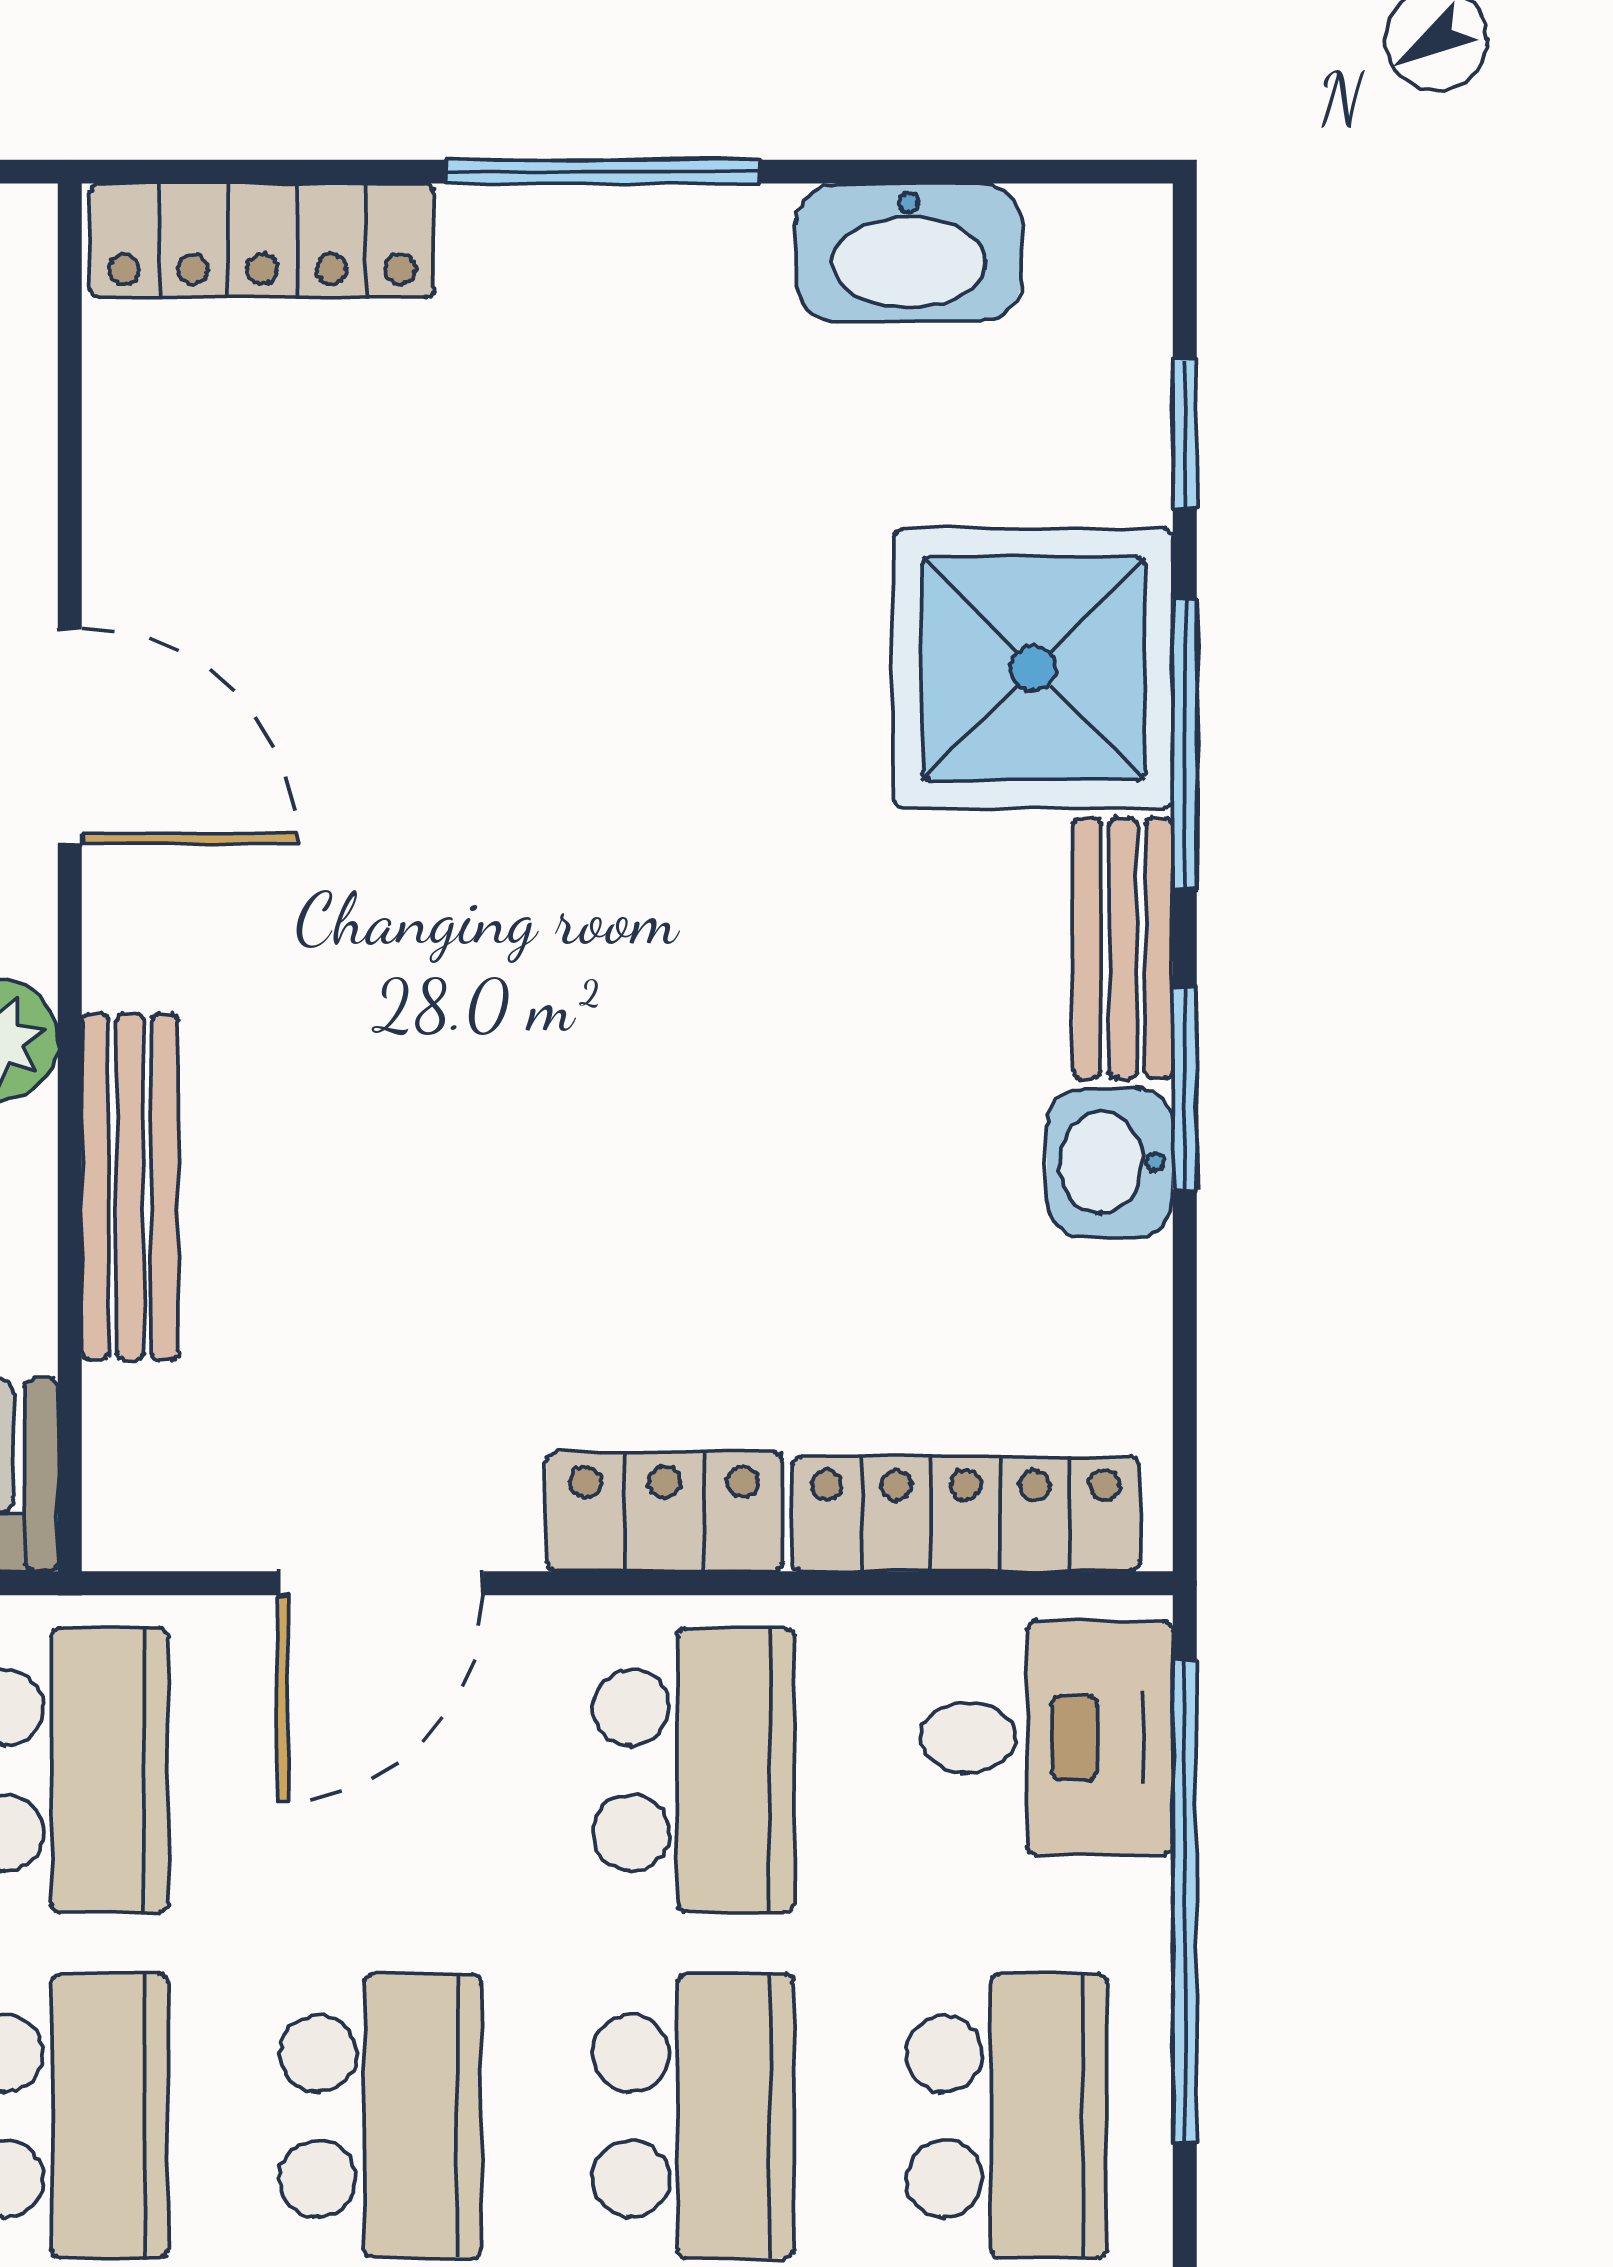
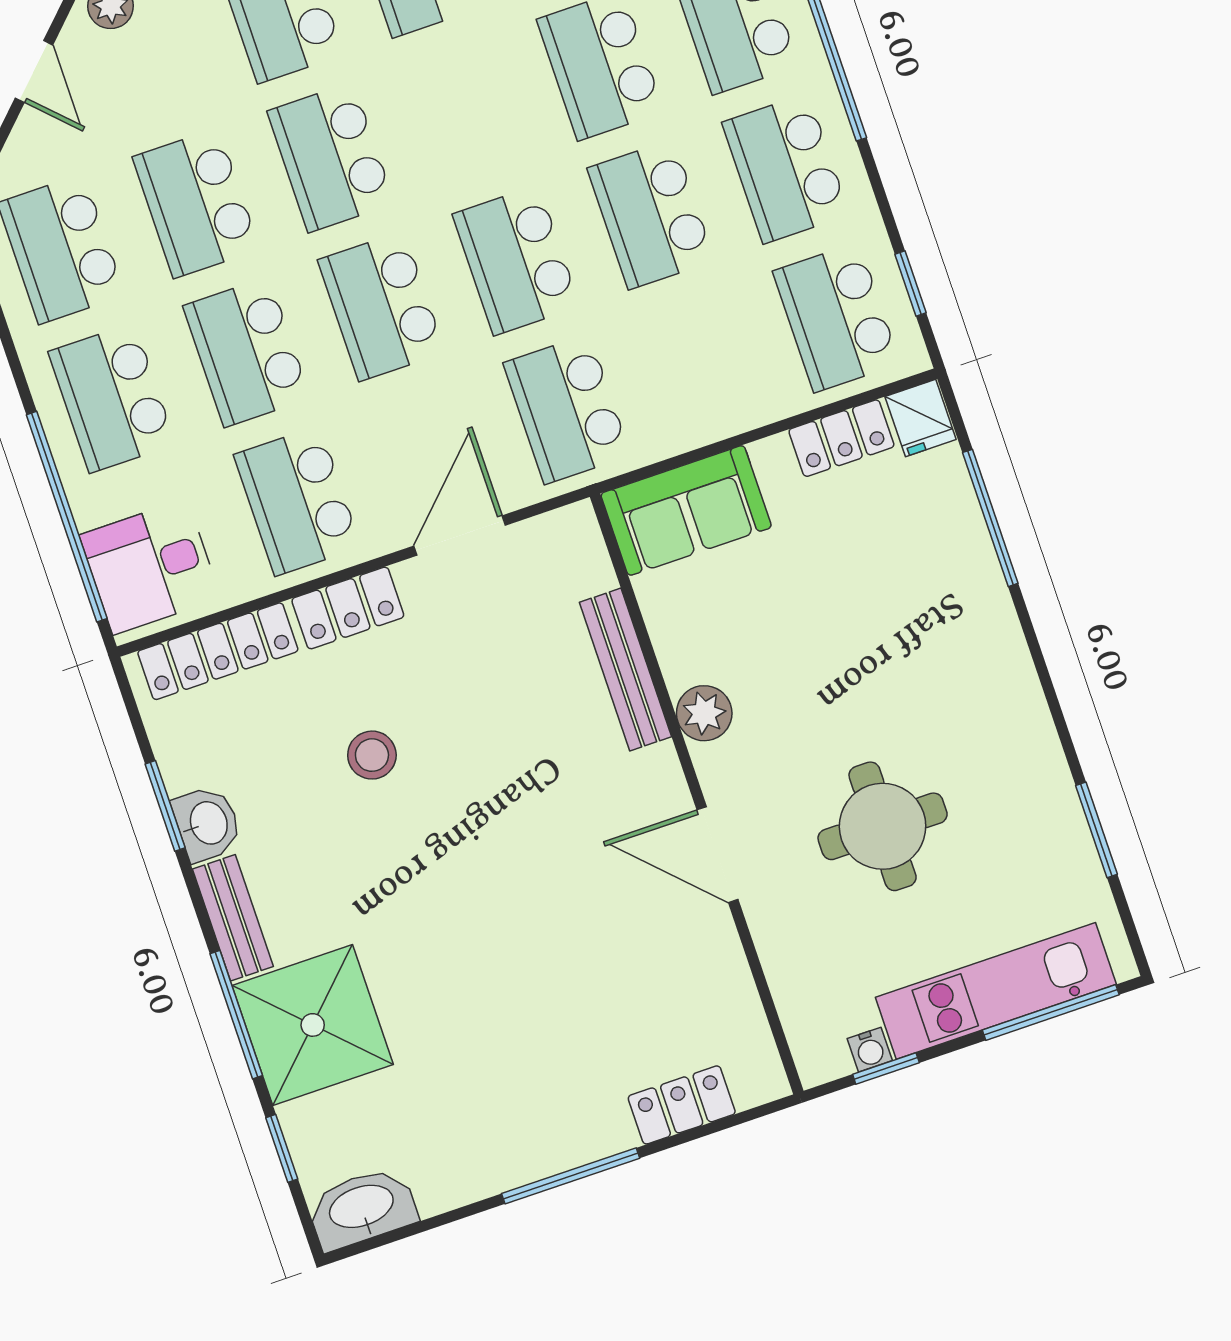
locker: (262, 241) -> (682, 1105), width x0.66
washbasin: (909, 252) -> (362, 1208), moved
window: (1185, 1088) -> (165, 806), moved
stool: (719, 1188) -> (372, 755), added

